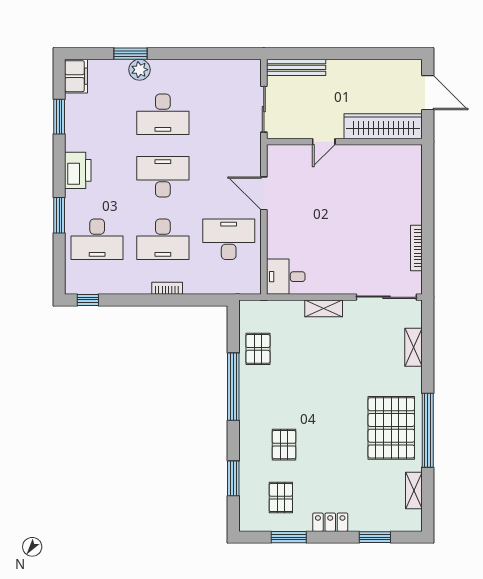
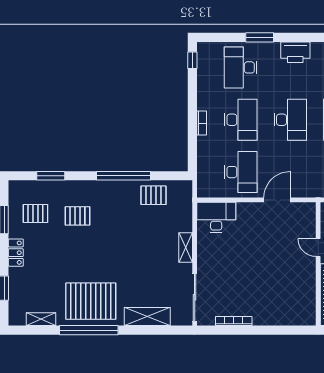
desk: (163, 239) -> (241, 120), turned 180
desk: (286, 277) -> (216, 217), width x1.37
shelving: (414, 347) -> (147, 317), width x1.50, depth x1.33

